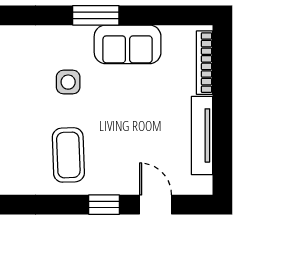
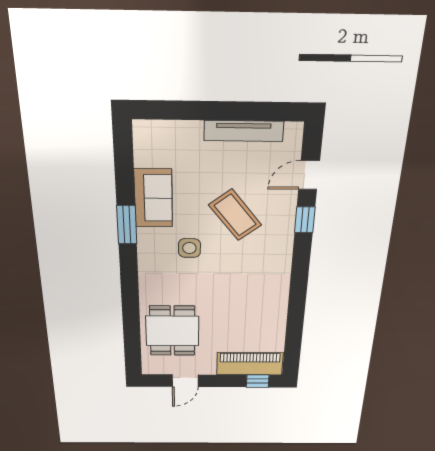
bookcase: (205, 63) -> (170, 128), removed
coffee table: (68, 155) -> (235, 215), moved, turned 54

